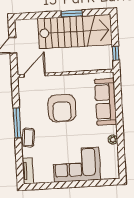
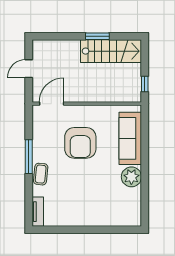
stairs: (75, 32) -> (111, 51), width x0.73, depth x0.66
plant: (113, 139) -> (131, 177), width x1.88, depth x1.88
corner sofa: (77, 165) -> (94, 208), removed

